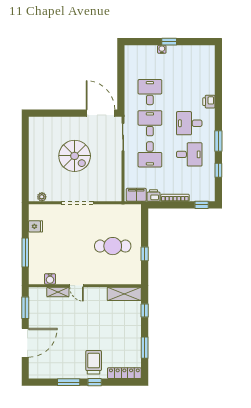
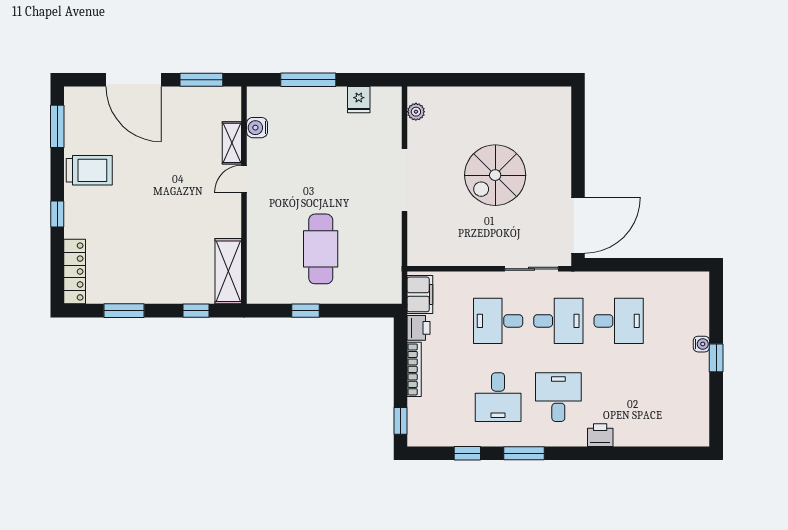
trolley: (94, 362) -> (89, 170), moved
window: (69, 382) -> (57, 126), moved

